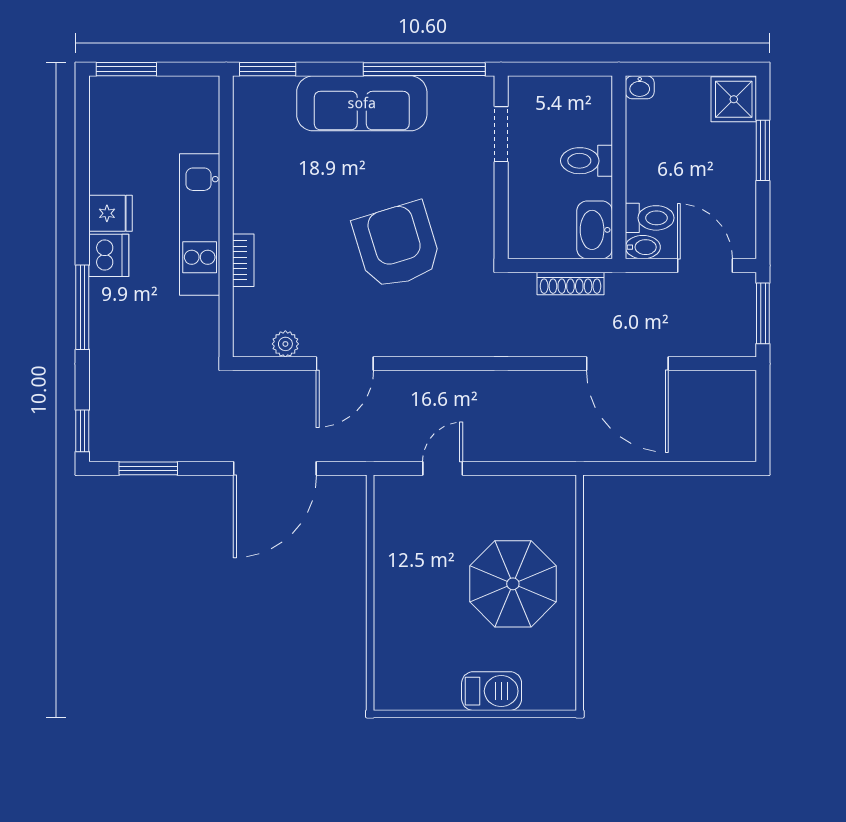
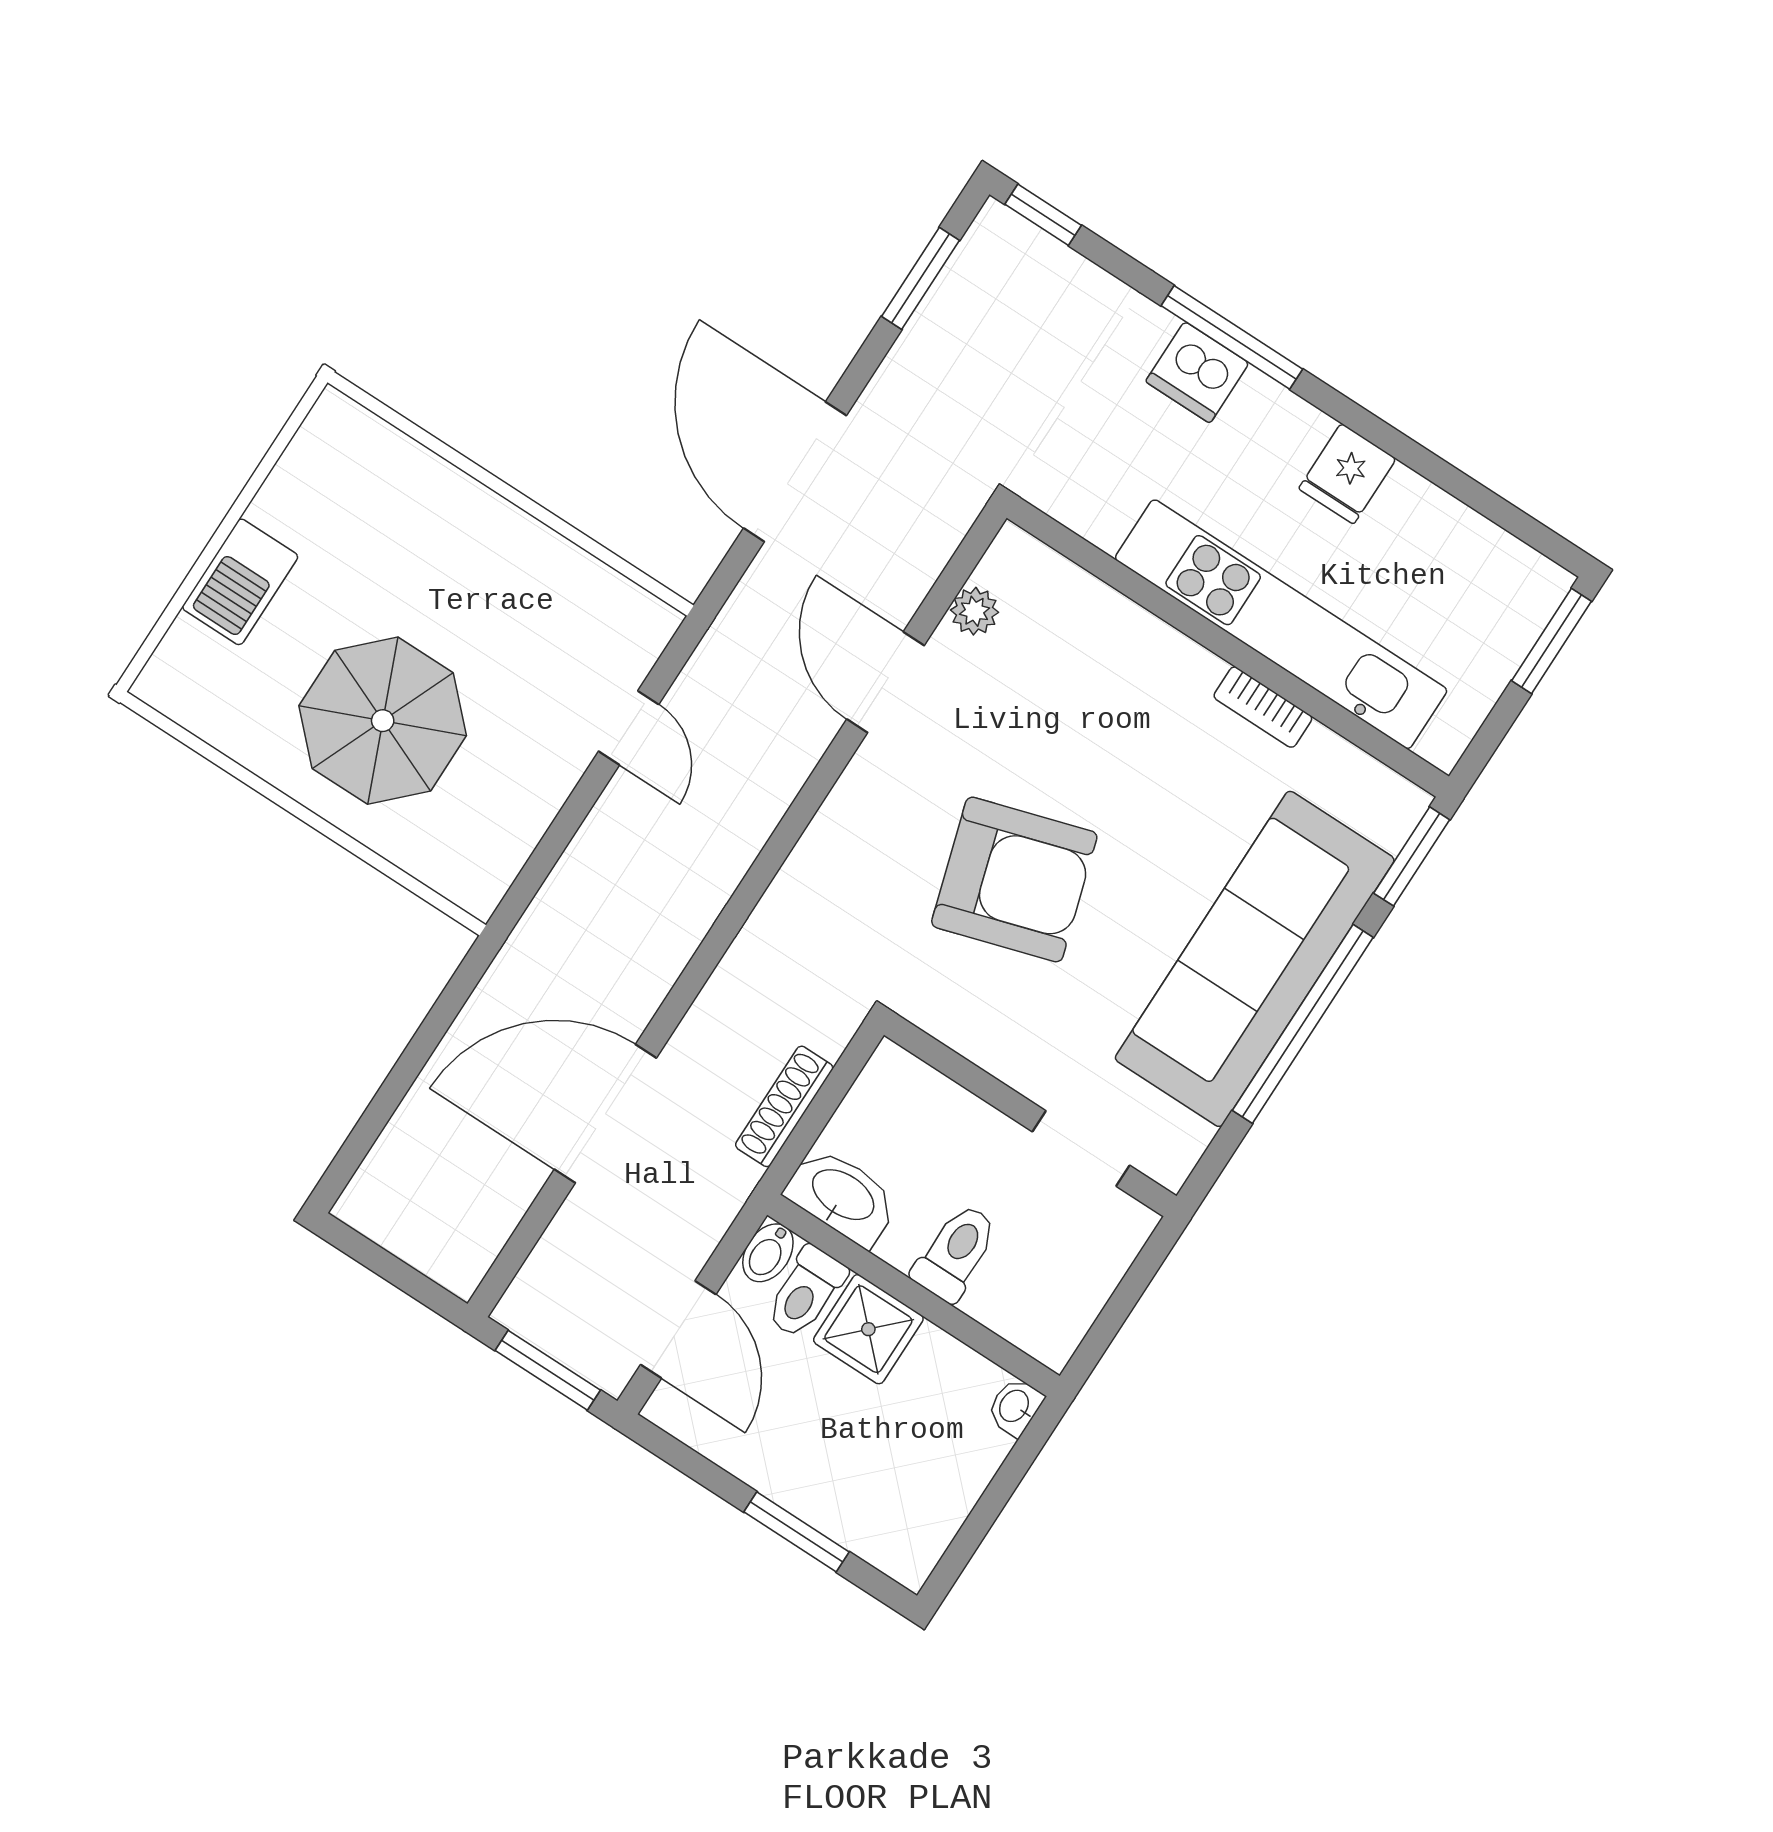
window: (424, 69) -> (1303, 1024), moved
shower: (734, 99) -> (868, 1329), moved
sofa: (362, 103) -> (1255, 959), width x1.36, depth x1.27
kitchen unit: (200, 225) -> (1281, 624), width x1.36
dishwasher: (109, 255) -> (1197, 372), moved
bookcase: (243, 260) -> (1263, 707), moved
door: (705, 266) -> (678, 1329), hinge flipped

